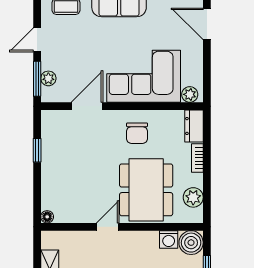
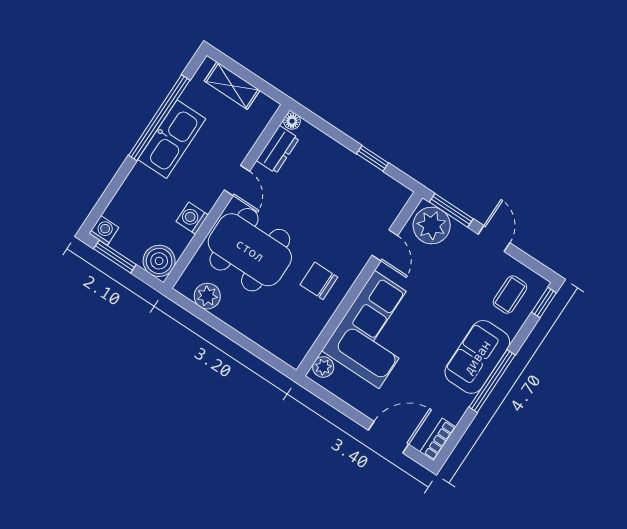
plant: (48, 78) -> (432, 225), width x1.88, depth x1.88
door: (87, 106) -> (385, 245), width x0.73
dresser: (194, 126) -> (278, 149), moved, turned 90
bookcase: (197, 158) -> (248, 329), removed
washing machine: (169, 240) -> (192, 218), moved

